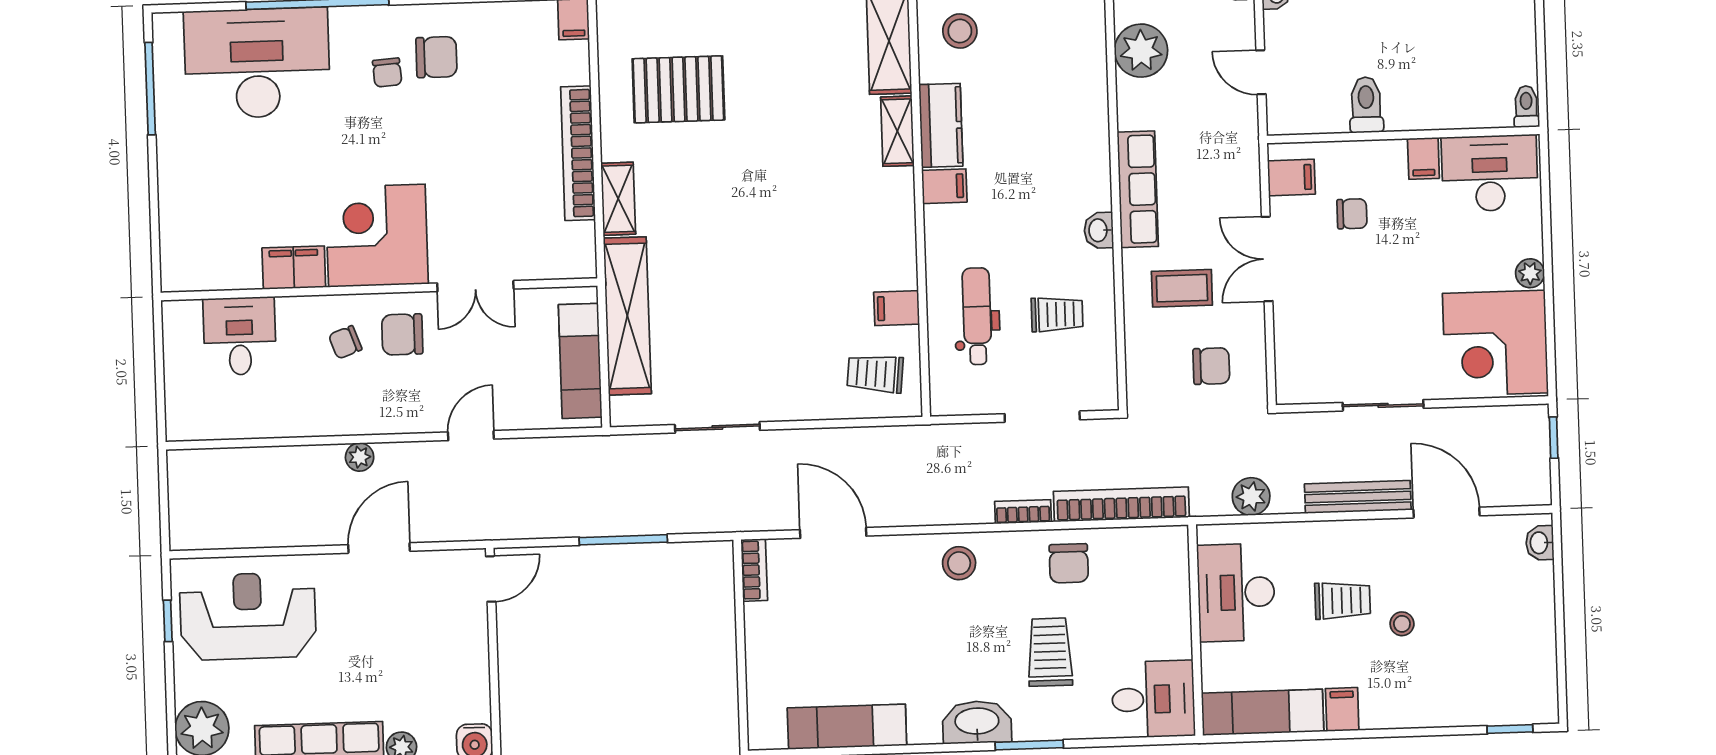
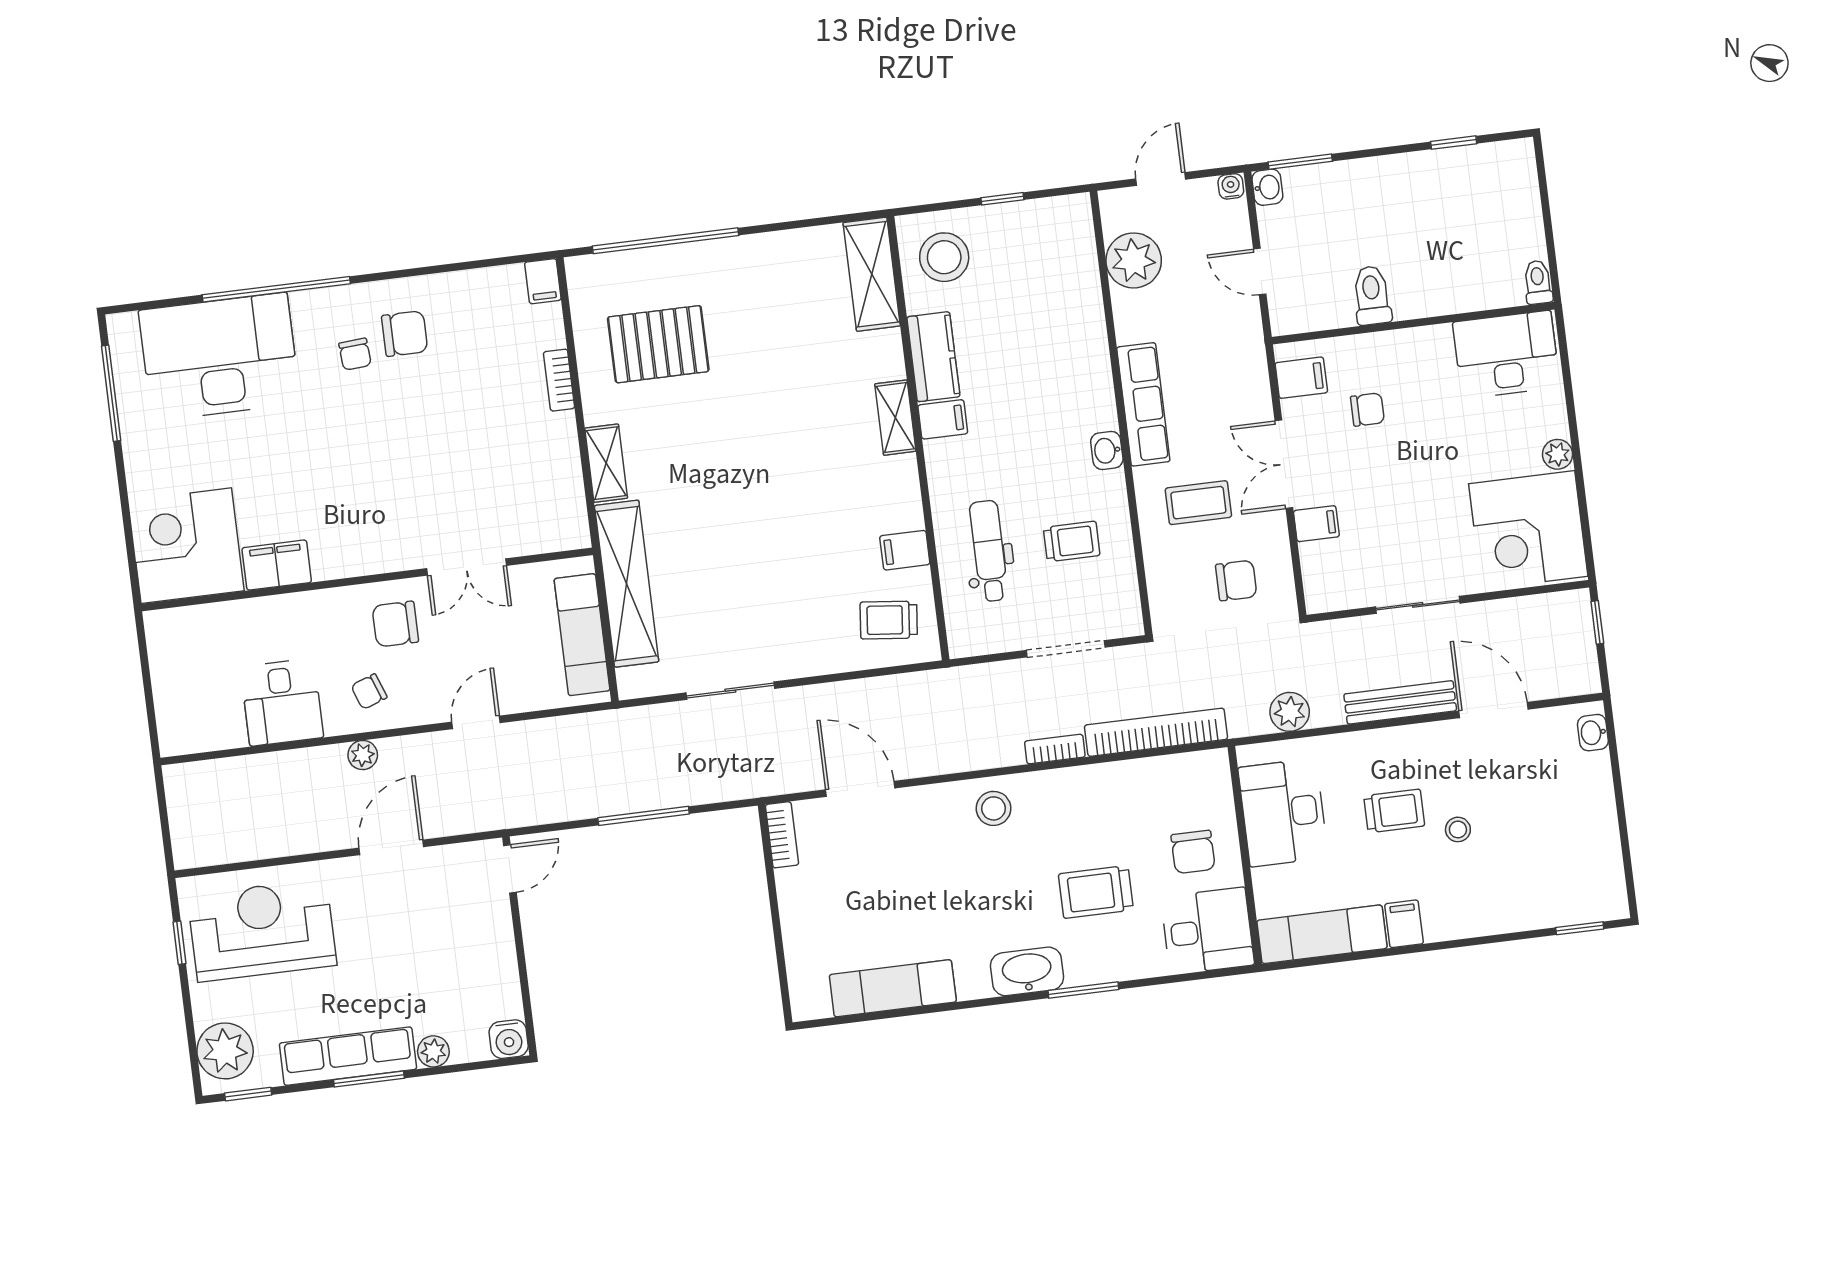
stool: (960, 31) -> (944, 257), width x1.38, depth x1.38
shelving: (897, 131) -> (895, 418), moved
bookcase: (578, 153) -> (559, 380), width x0.43, depth x0.76
filing cabinet: (1423, 158) -> (1316, 524), moved, turned -90
corner desk: (377, 236) -> (186, 546), moved
desk: (240, 336) -> (282, 702), moved, turned 180
chair: (345, 342) -> (369, 692), moved
chair: (1069, 563) -> (1193, 852), moved
trolley: (1050, 652) -> (1096, 892), turned -90

